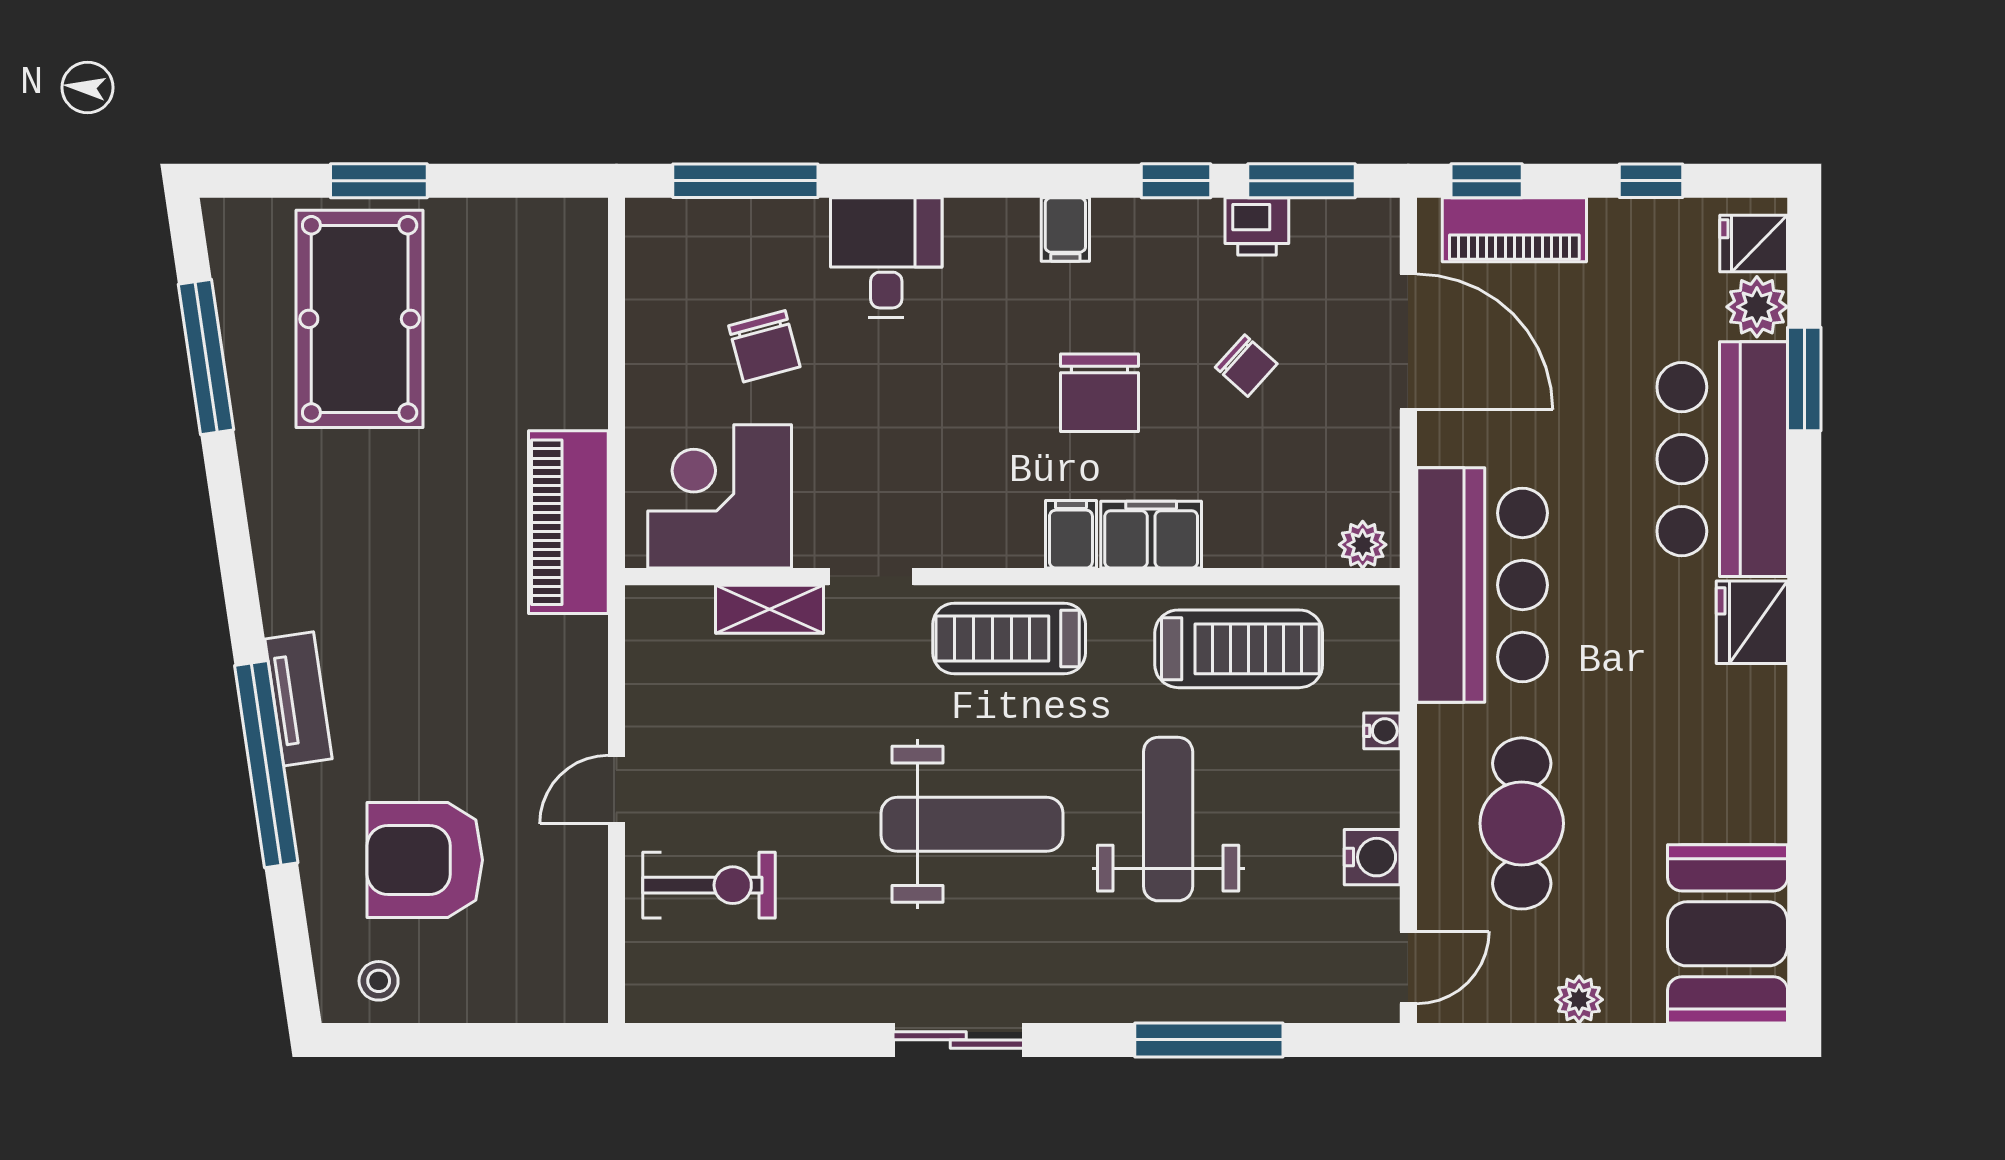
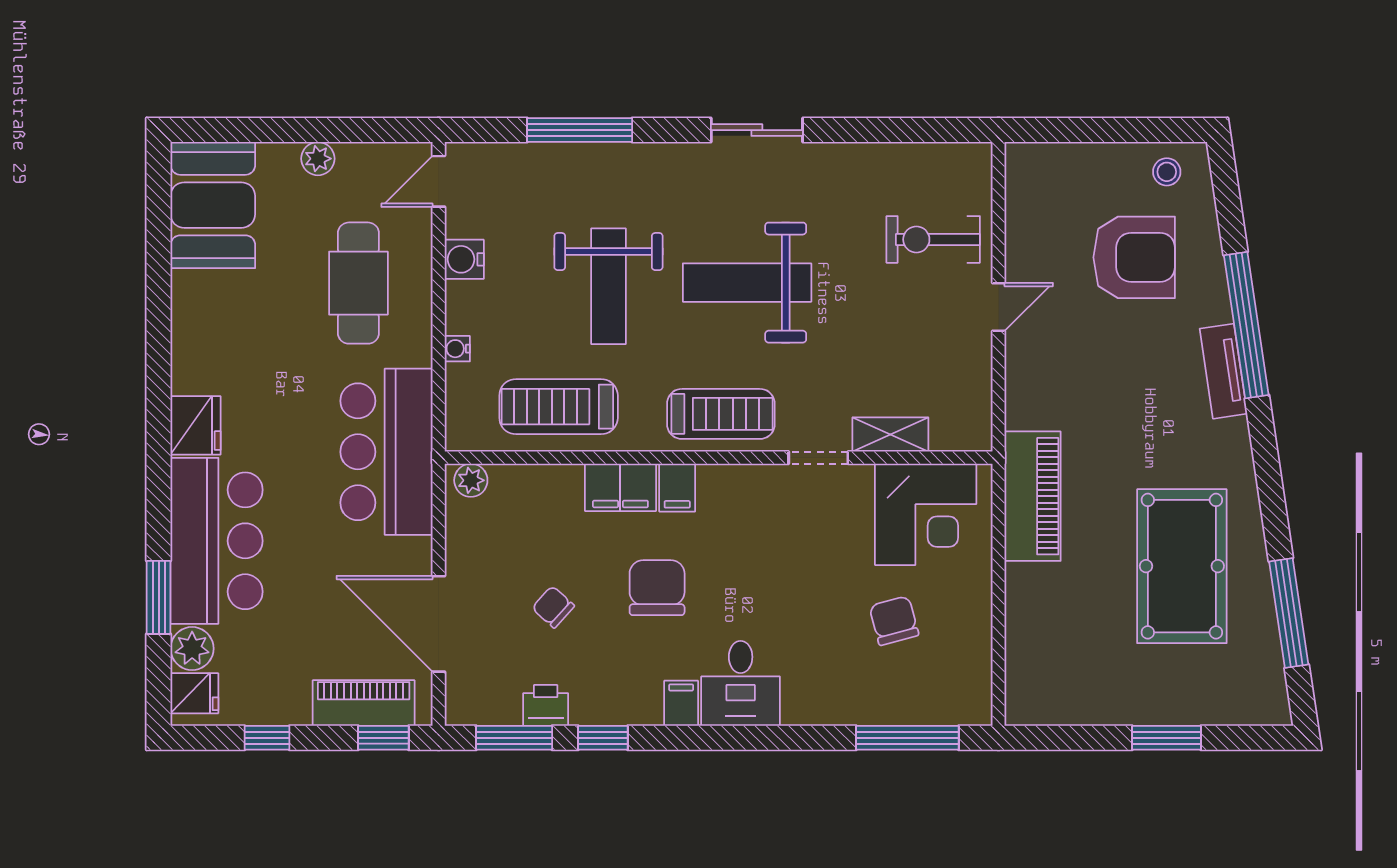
desk: (886, 258) -> (741, 683), moved
pool table: (360, 319) -> (1182, 566), moved

